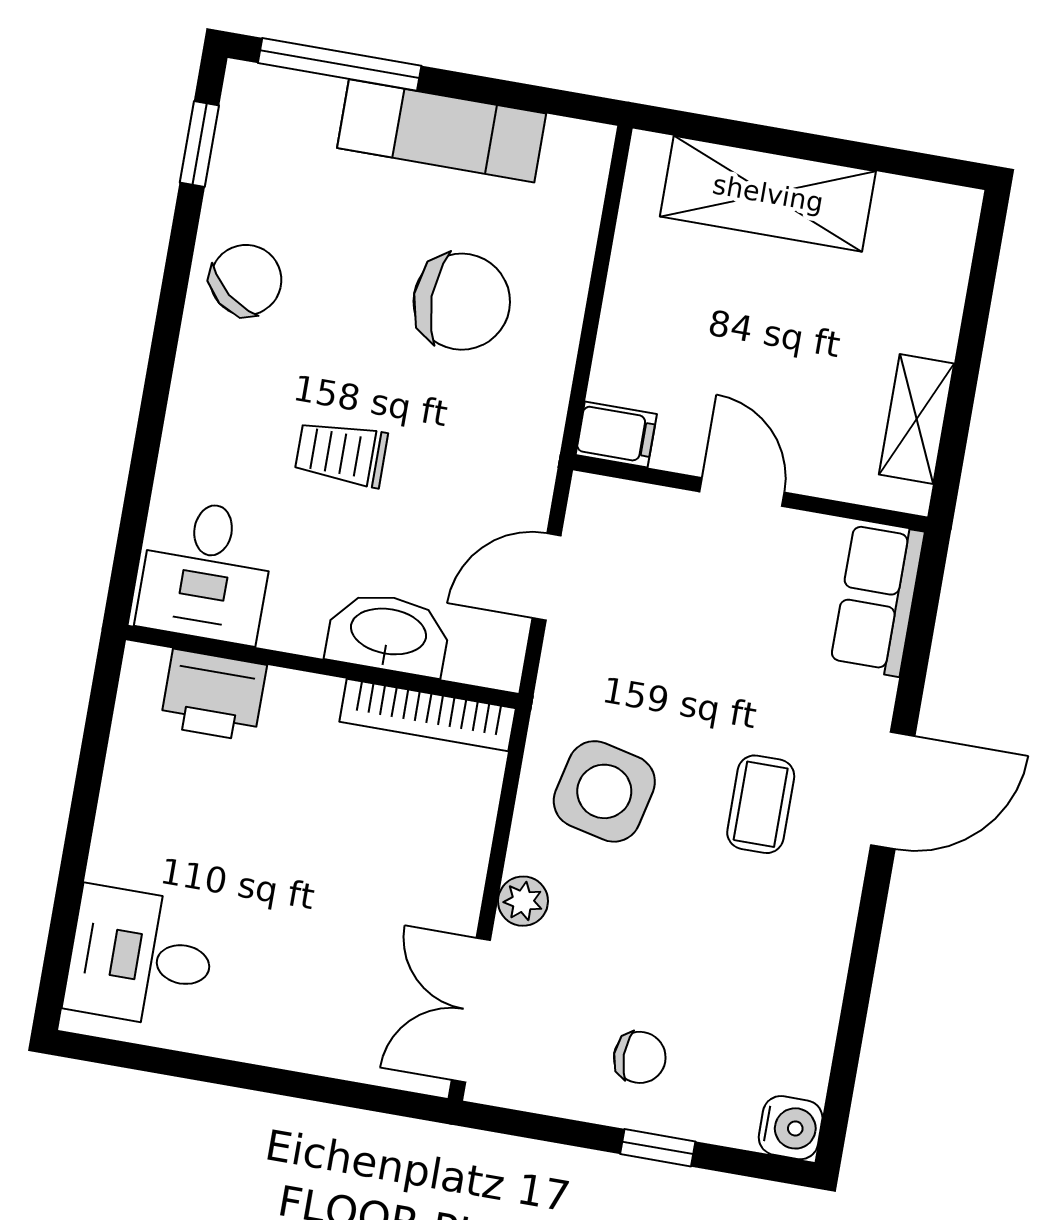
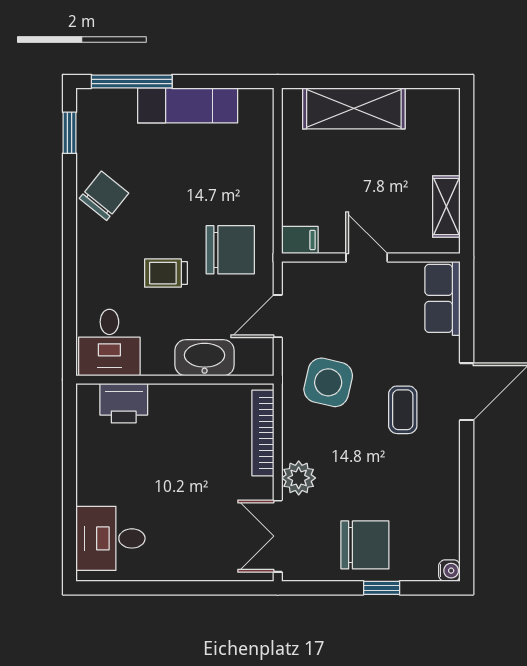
chair: (462, 302) -> (230, 250), moved
bookcase: (428, 715) -> (263, 433), moved, turned 90
side table: (604, 791) -> (328, 382), moved
plant: (523, 901) -> (299, 478), width x1.38, depth x1.38
chair: (640, 1057) -> (365, 545), width x1.87, depth x1.87
water cooler: (791, 1128) -> (449, 571), width x0.72, depth x0.72

